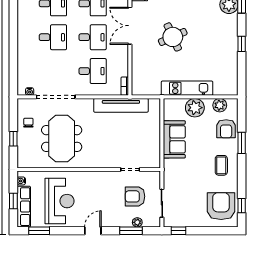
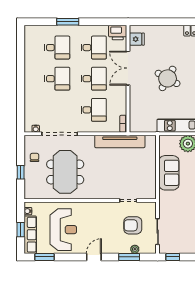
round table: (173, 37) -> (168, 78), turned -37

